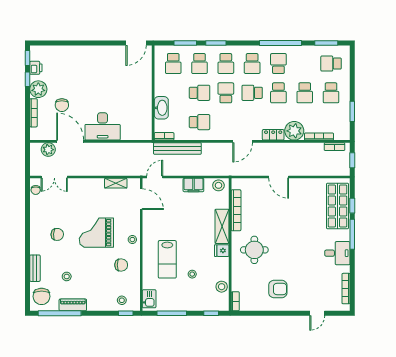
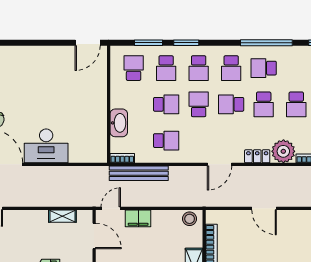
school desk: (173, 64) -> (134, 68), turned 180
school desk: (278, 64) -> (264, 68), turned -90
filing cabinet: (193, 185) -> (138, 218), moved

